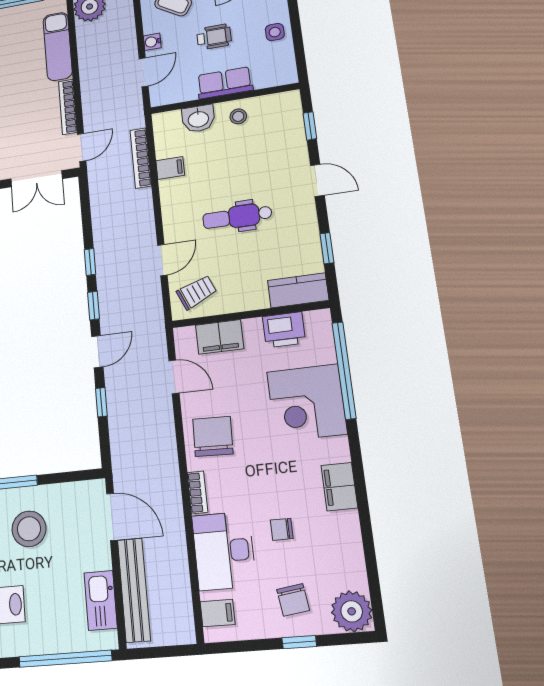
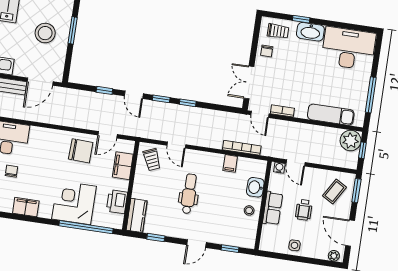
water cooler: (152, 42) -> (279, 168), moved
bookcase: (68, 107) -> (282, 111), width x0.64
chair: (213, 436) -> (81, 151), moved
bookcase: (197, 492) -> (42, 132), removed

